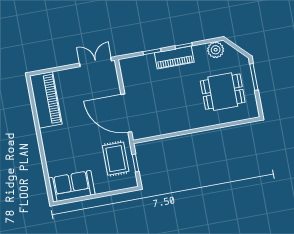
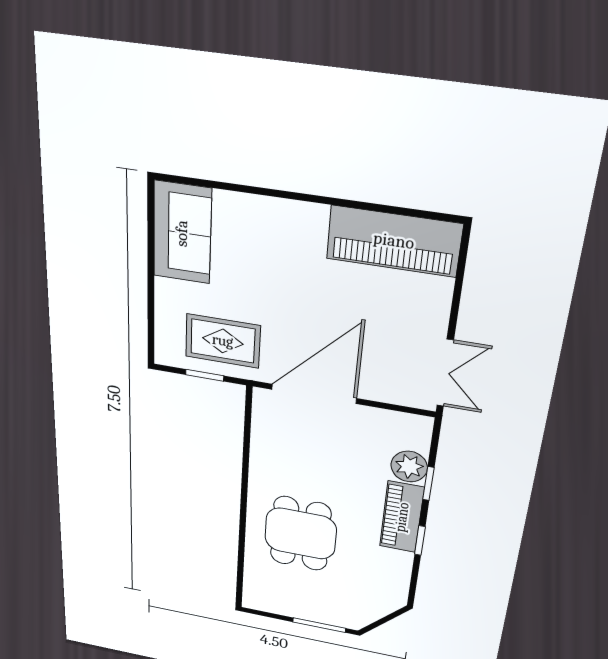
plant: (216, 50) -> (409, 467), moved
dining table: (223, 92) -> (301, 534), moved

